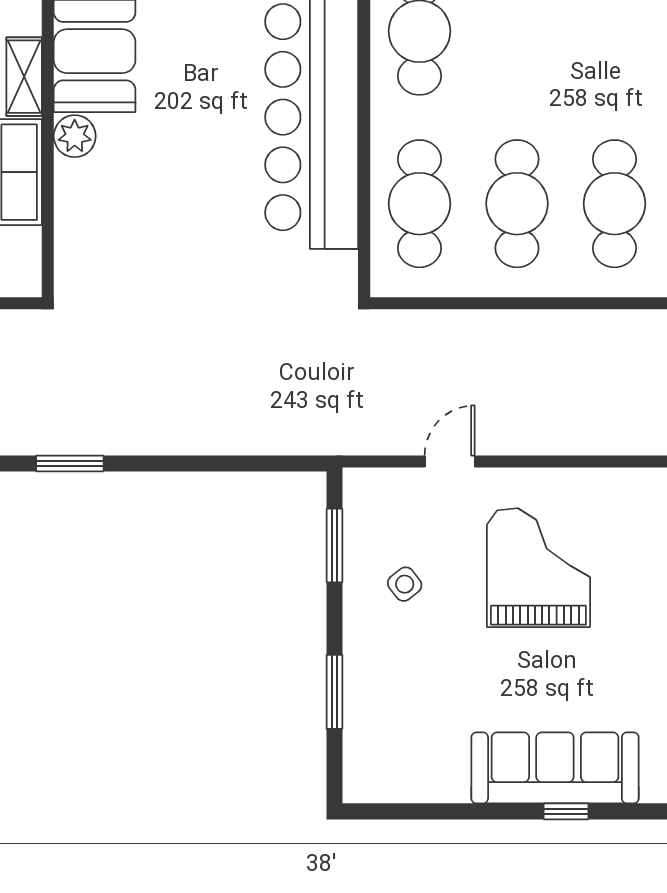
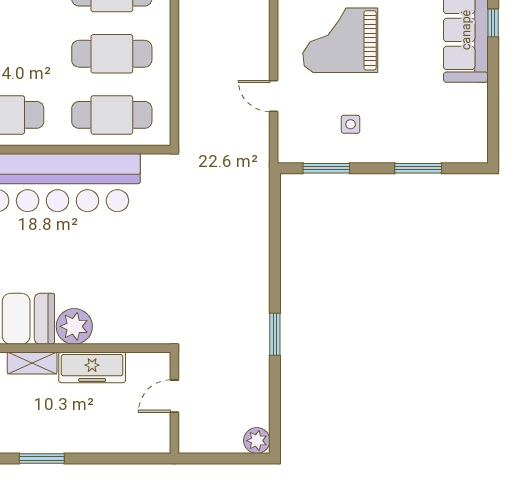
plant: (75, 136) -> (74, 326), width x1.36, depth x1.36
side table: (405, 584) -> (351, 124), turned 38

